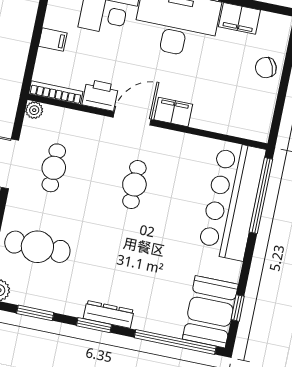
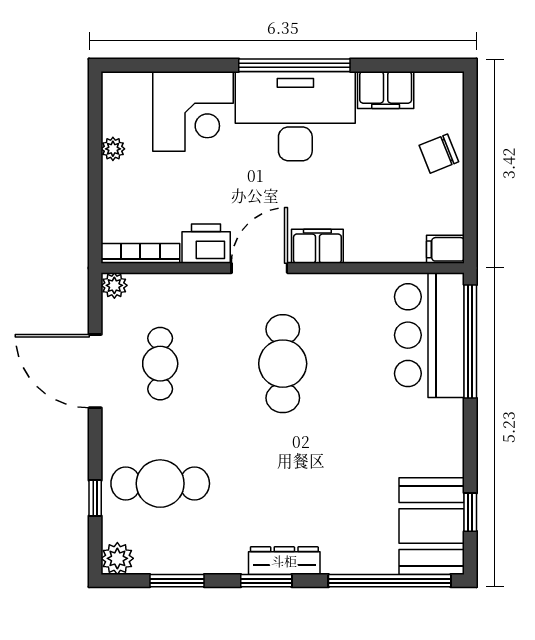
plant: (52, 20) -> (113, 149), added
filing cabinet: (53, 40) -> (445, 249), moved, turned 180
cafe table: (134, 185) -> (283, 364), width x1.37, depth x1.35
bar counter: (232, 201) -> (429, 335), width x0.73

